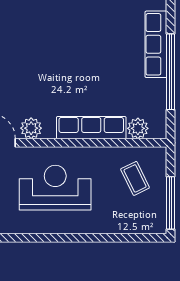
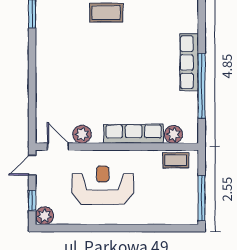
coffee table: (135, 178) -> (176, 160), moved, turned -64

